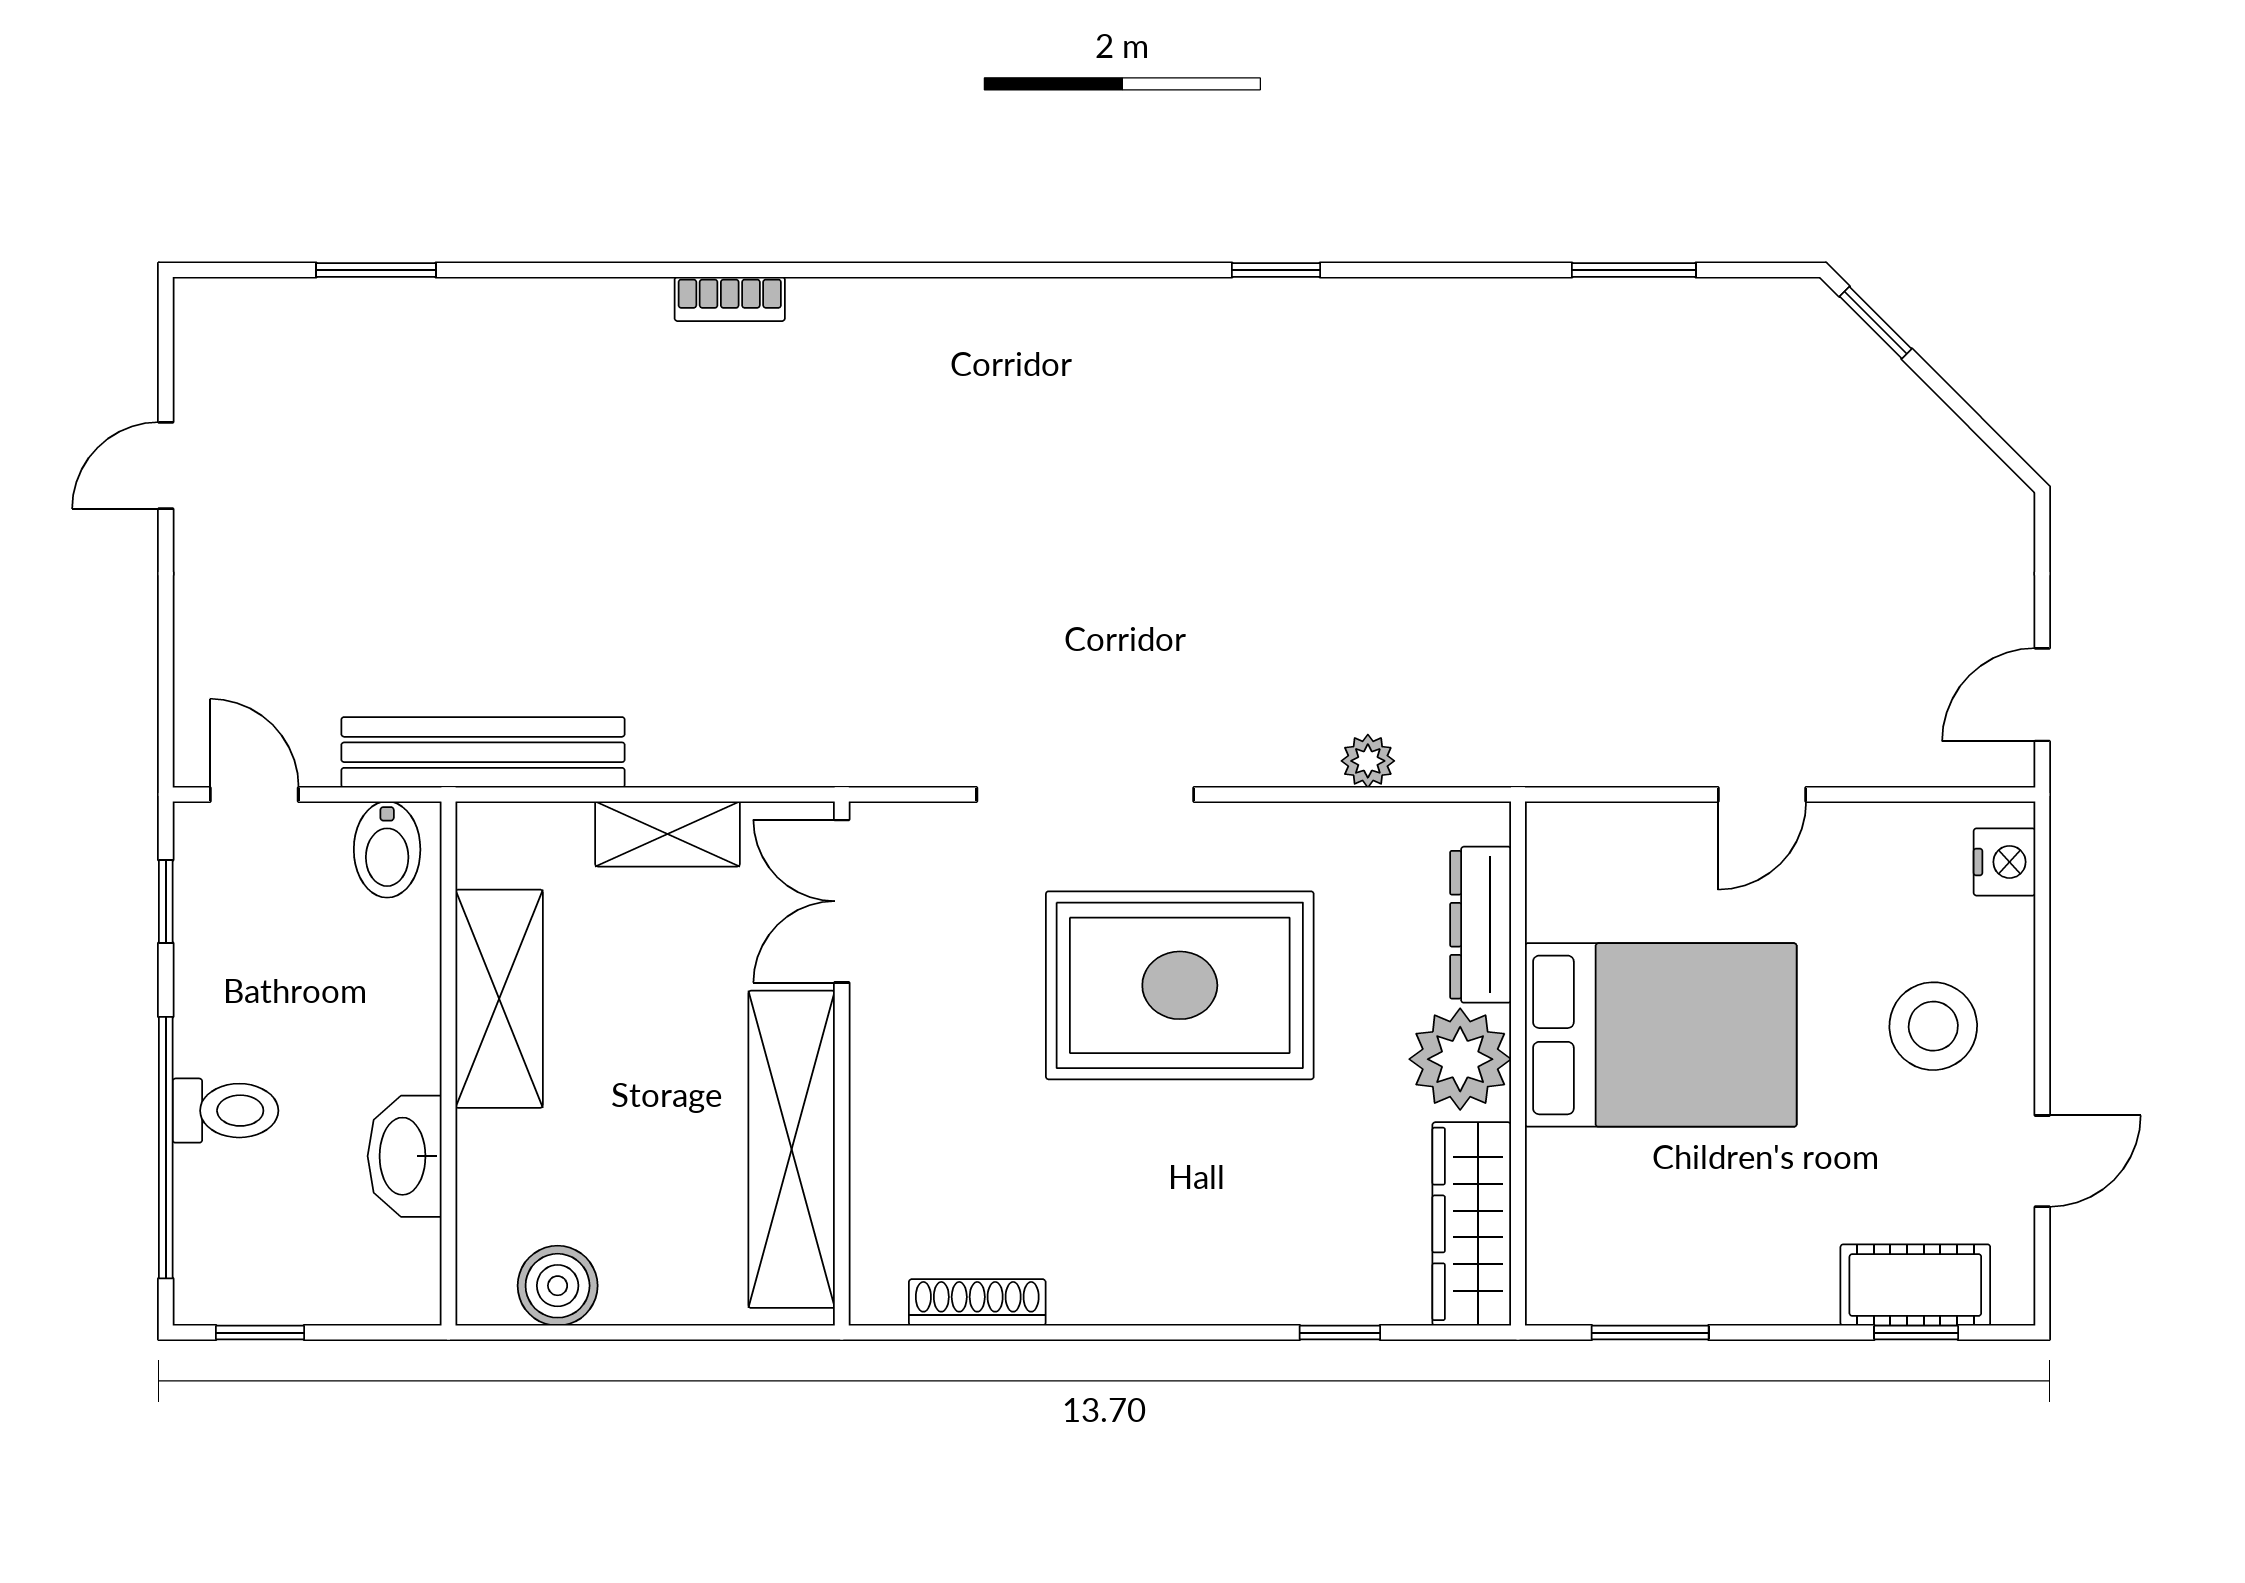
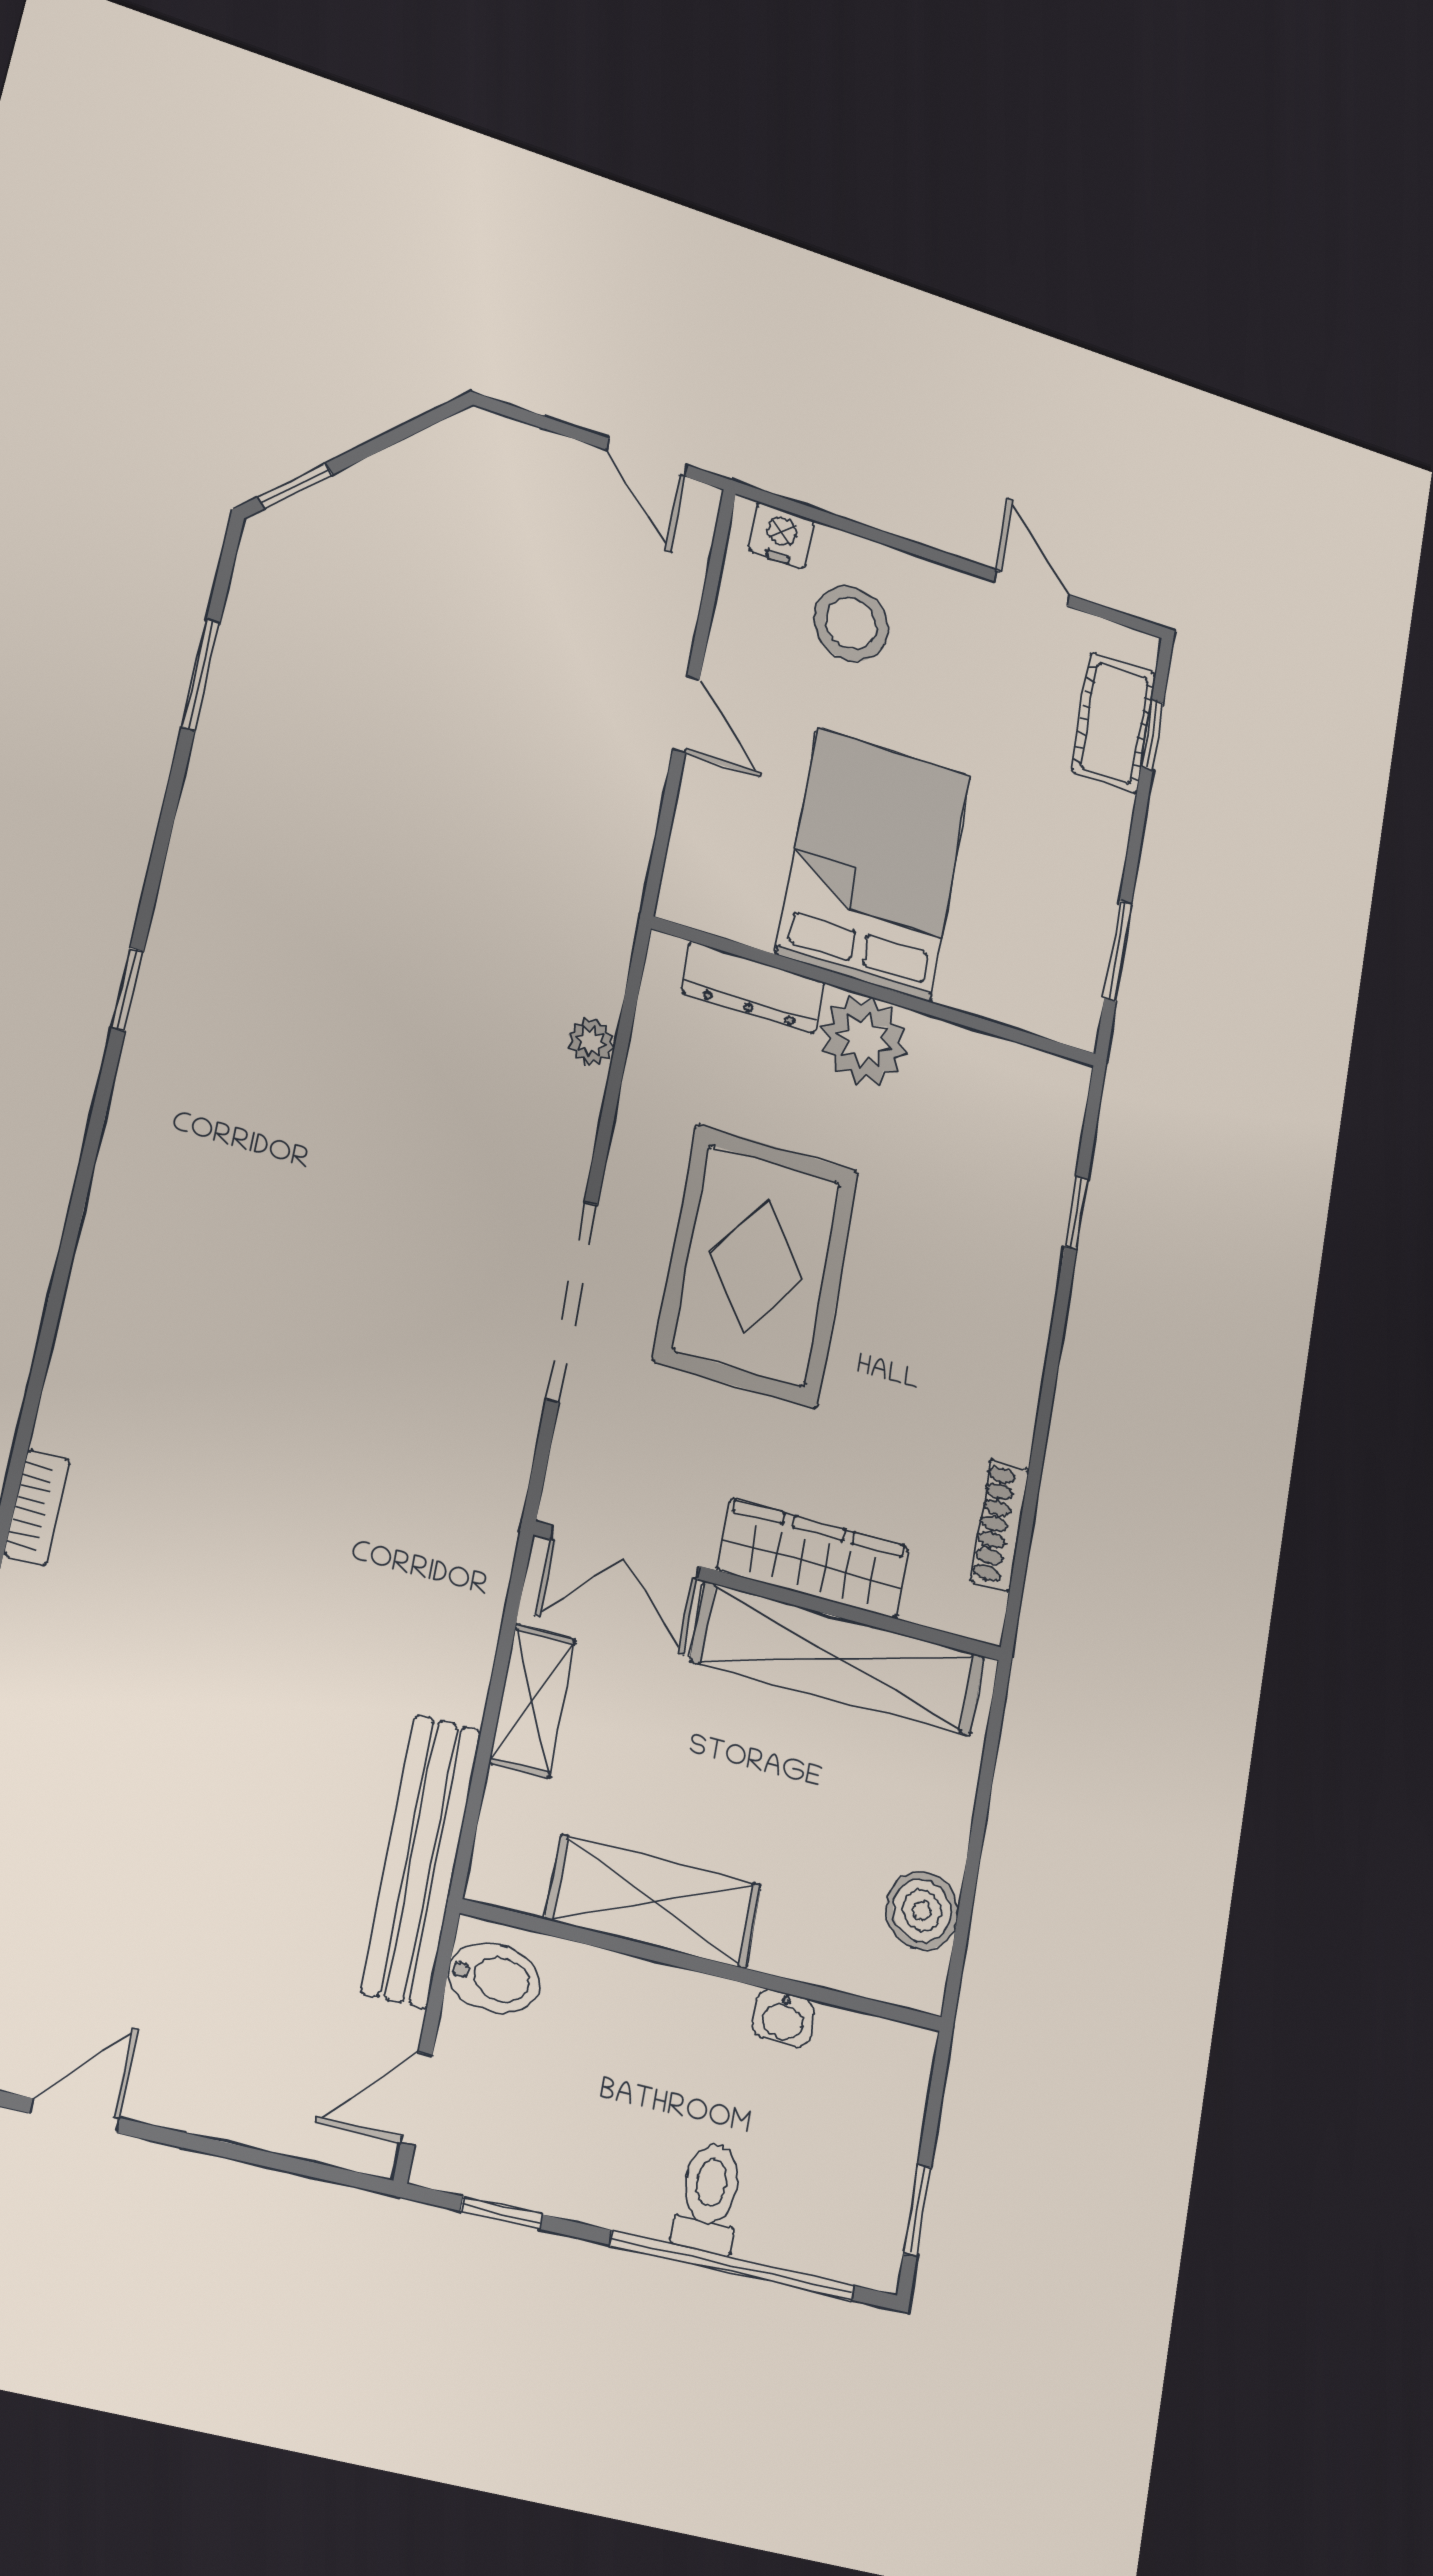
door: (166, 465) -> (75, 2115), swing flipped
stool: (1933, 1026) -> (851, 624), moved
washbasin: (405, 1156) -> (783, 2018), width x0.52, depth x0.69
wardrobe: (1472, 1224) -> (813, 1559), moved, turned 180

